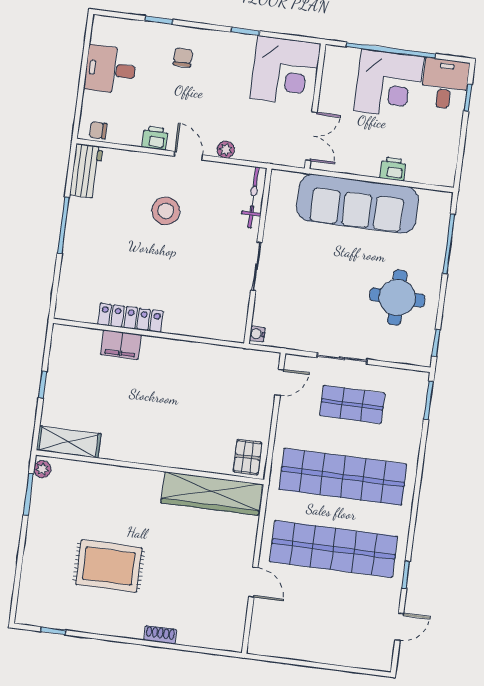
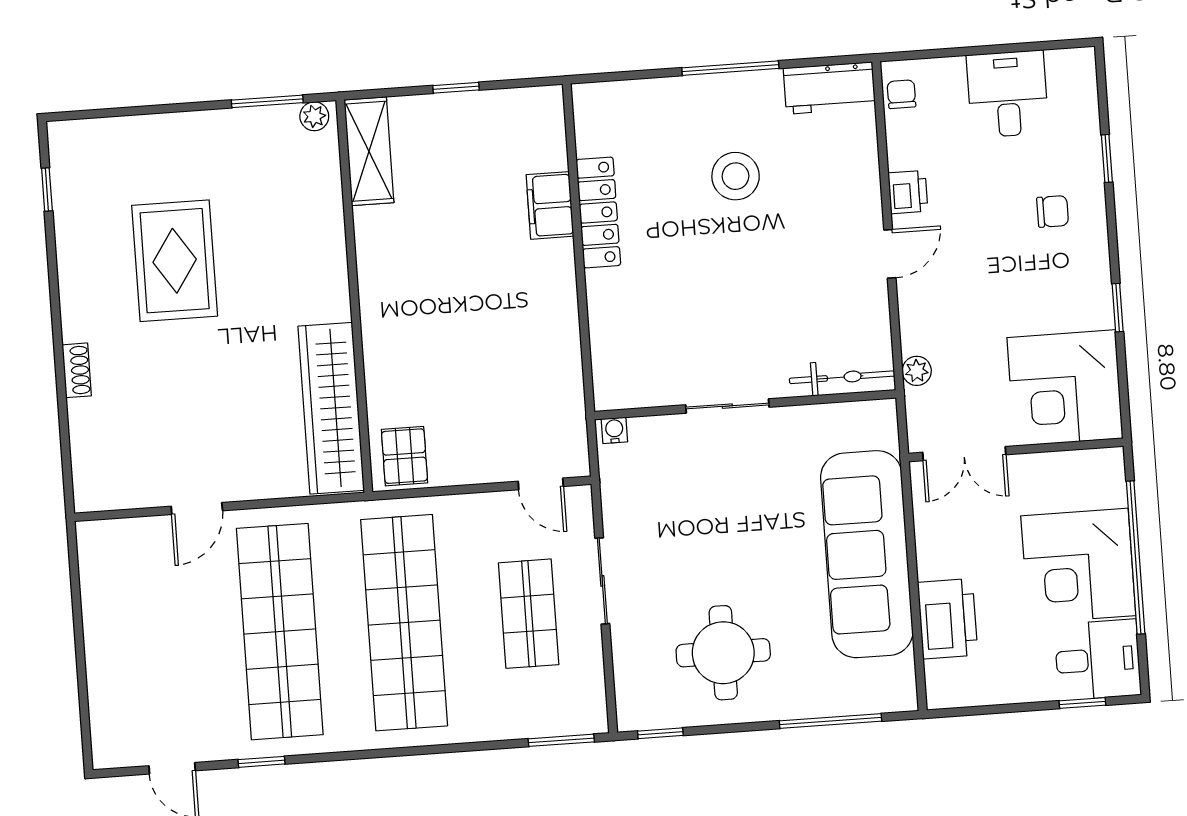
plant: (226, 150) -> (917, 371), moved
printer: (393, 169) -> (948, 619), width x1.87, depth x1.48
stool: (166, 211) -> (736, 176), moved
pallet: (248, 457) -> (404, 456), turned 90

